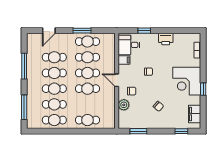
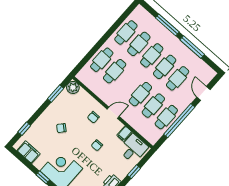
window: (82, 31) -> (179, 121), width x2.11
cafe table: (87, 89) -> (115, 71), moved
plant: (124, 105) -> (73, 87), moved
window: (24, 107) -> (167, 25), moved

